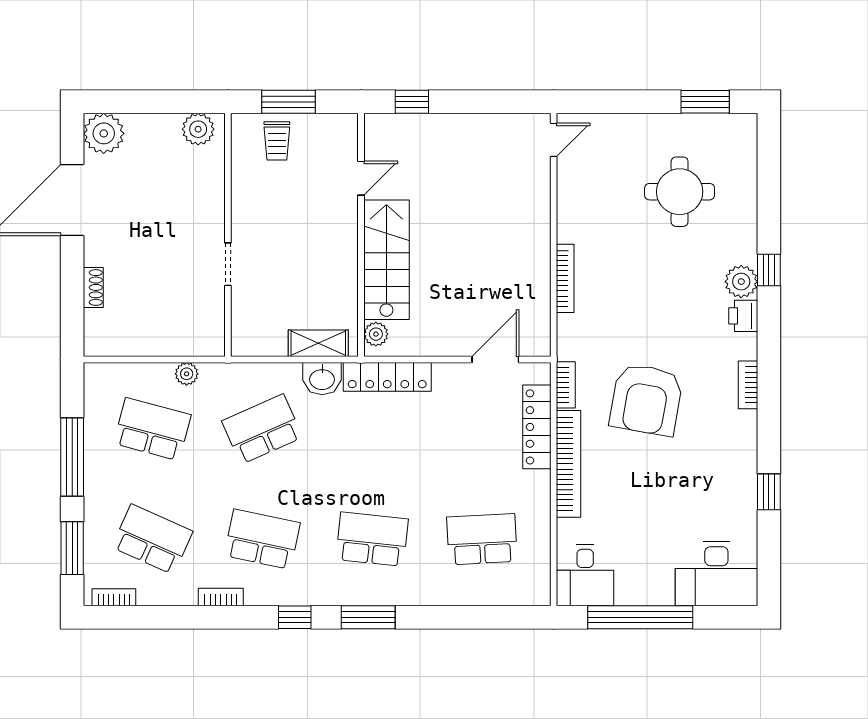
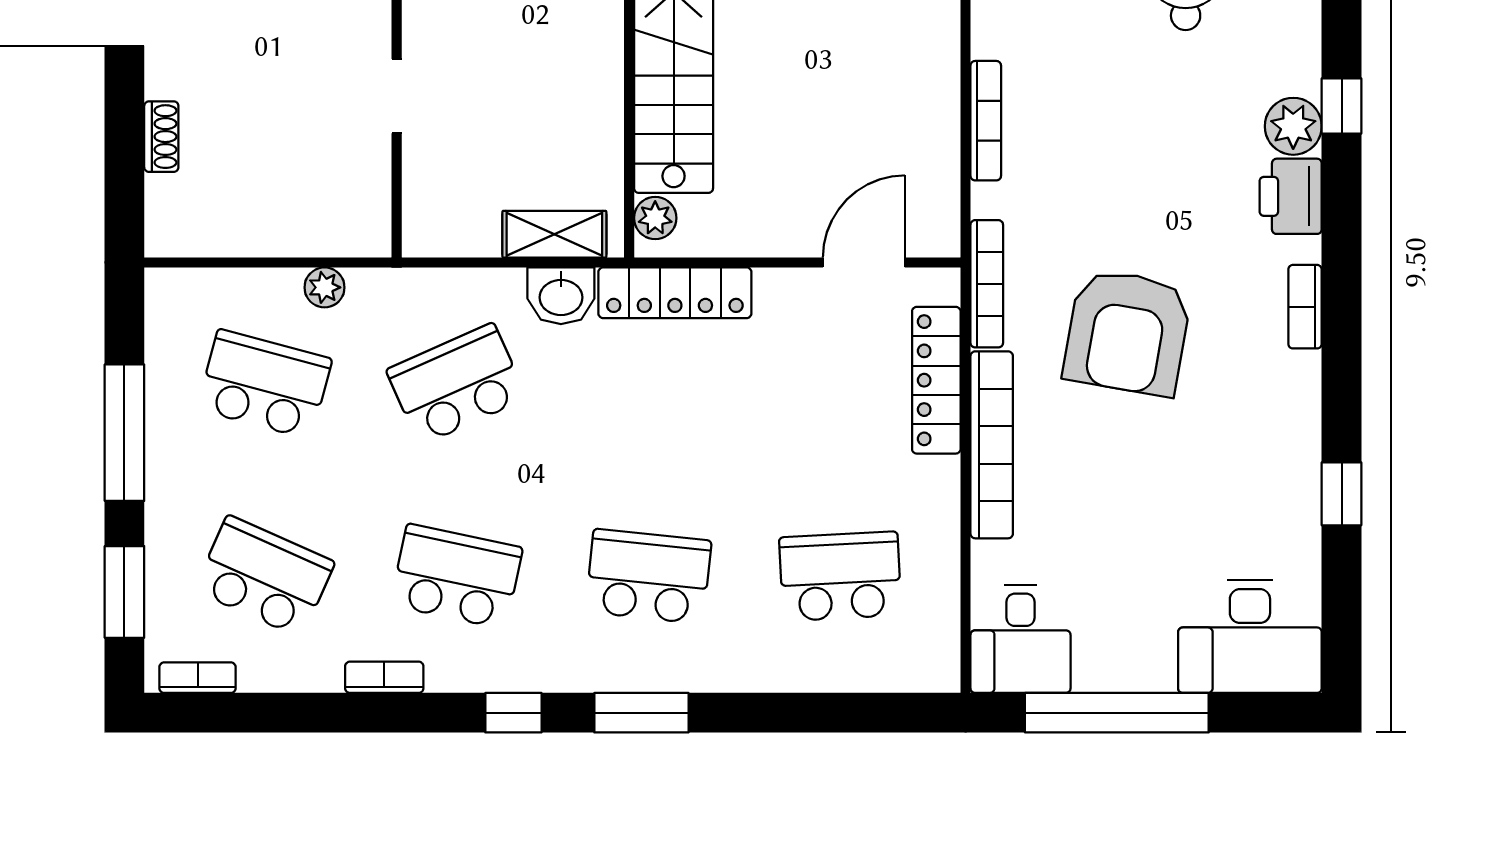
printer: (743, 316) -> (1291, 196), width x1.36, depth x1.24
bookcase: (566, 385) -> (987, 284), width x1.56

